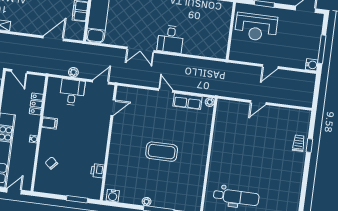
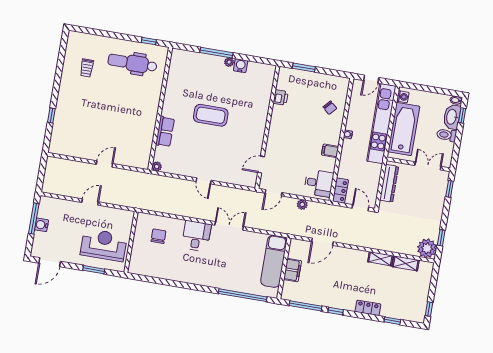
chair: (206, 37) -> (158, 236), added
water cooler: (312, 65) -> (41, 225), moved
desk: (72, 92) -> (319, 183), moved, turned -90
row of seats: (187, 101) -> (165, 132), moved, turned 90
locker: (36, 104) -> (340, 191), moved
trolley: (299, 143) -> (87, 68), moved
water cooler: (113, 196) -> (241, 66), moved

